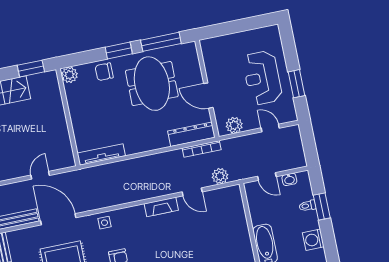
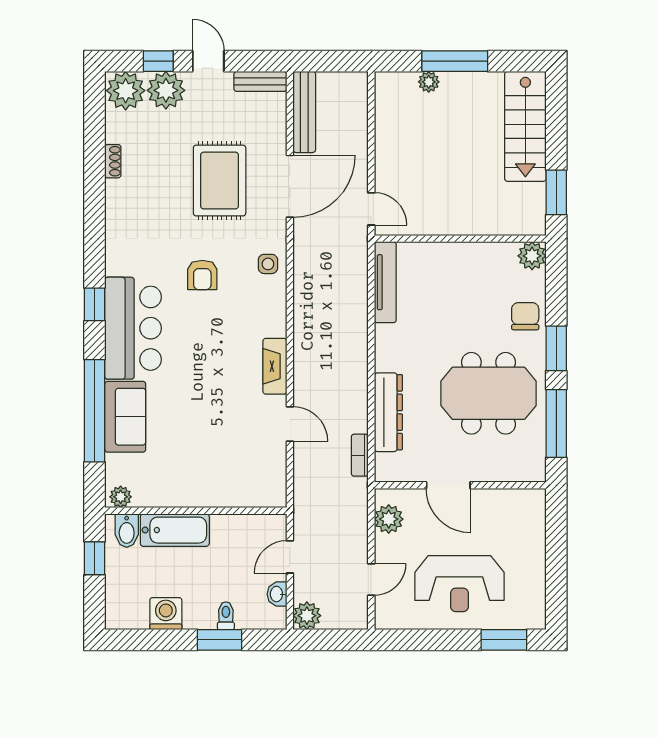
reception desk: (262, 78) -> (459, 584), turned 180
window: (297, 84) -> (504, 640), moved
door: (208, 96) -> (448, 485), swing flipped
dresser: (191, 134) -> (388, 412), moved
bookcase: (202, 149) -> (360, 455), width x0.64
door: (40, 175) -> (371, 209), moved
plant: (220, 176) -> (307, 616), moved
door: (192, 192) -> (290, 424), swing flipped

